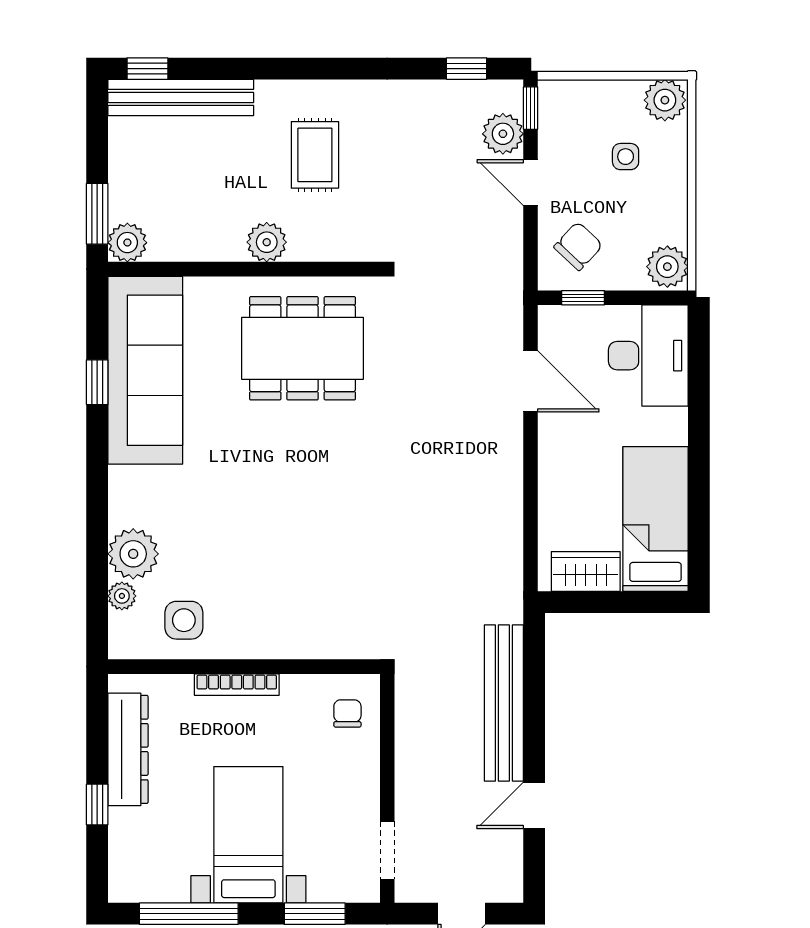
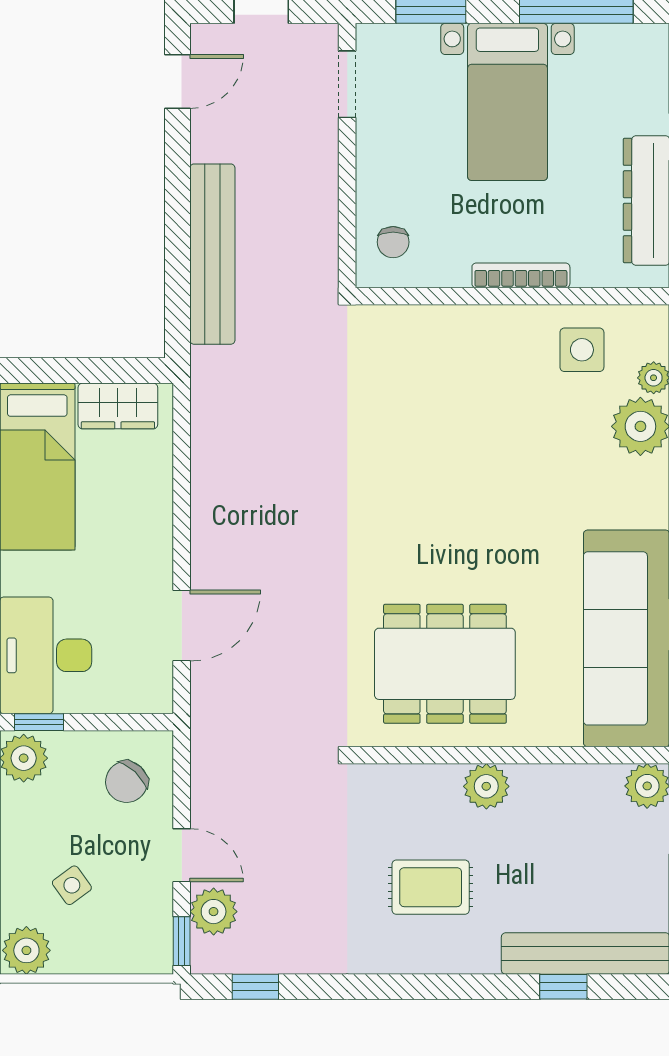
window: (147, 69) -> (563, 987), moved
rug: (315, 155) -> (431, 887), turned 90
side table: (626, 157) -> (72, 885), turned -36
window: (583, 298) -> (39, 722), moved
door: (530, 381) -> (182, 626), swing flipped
door: (534, 805) -> (178, 81), moved

